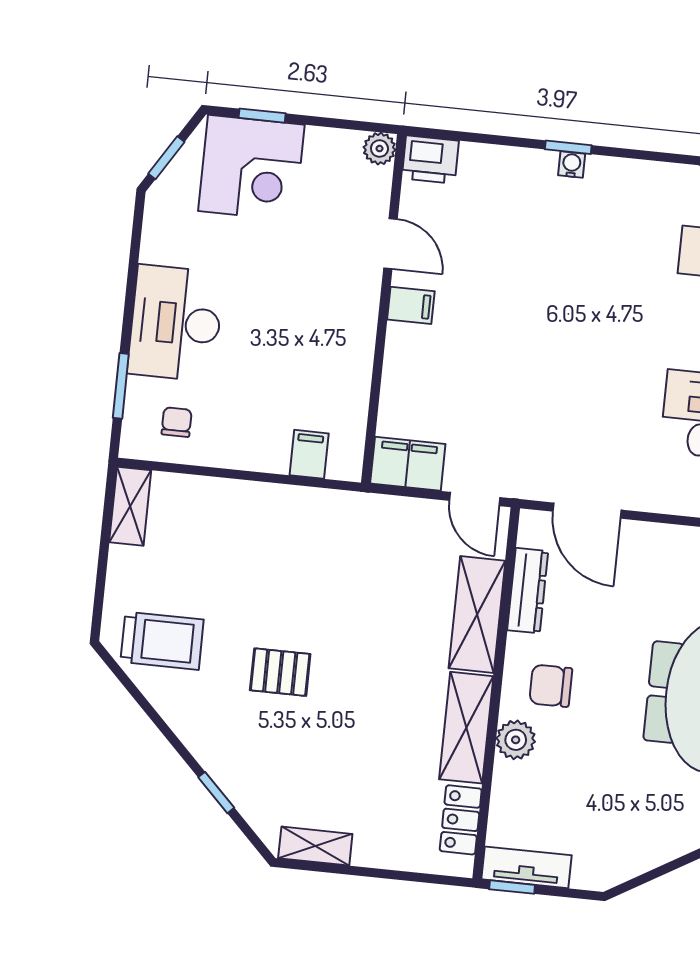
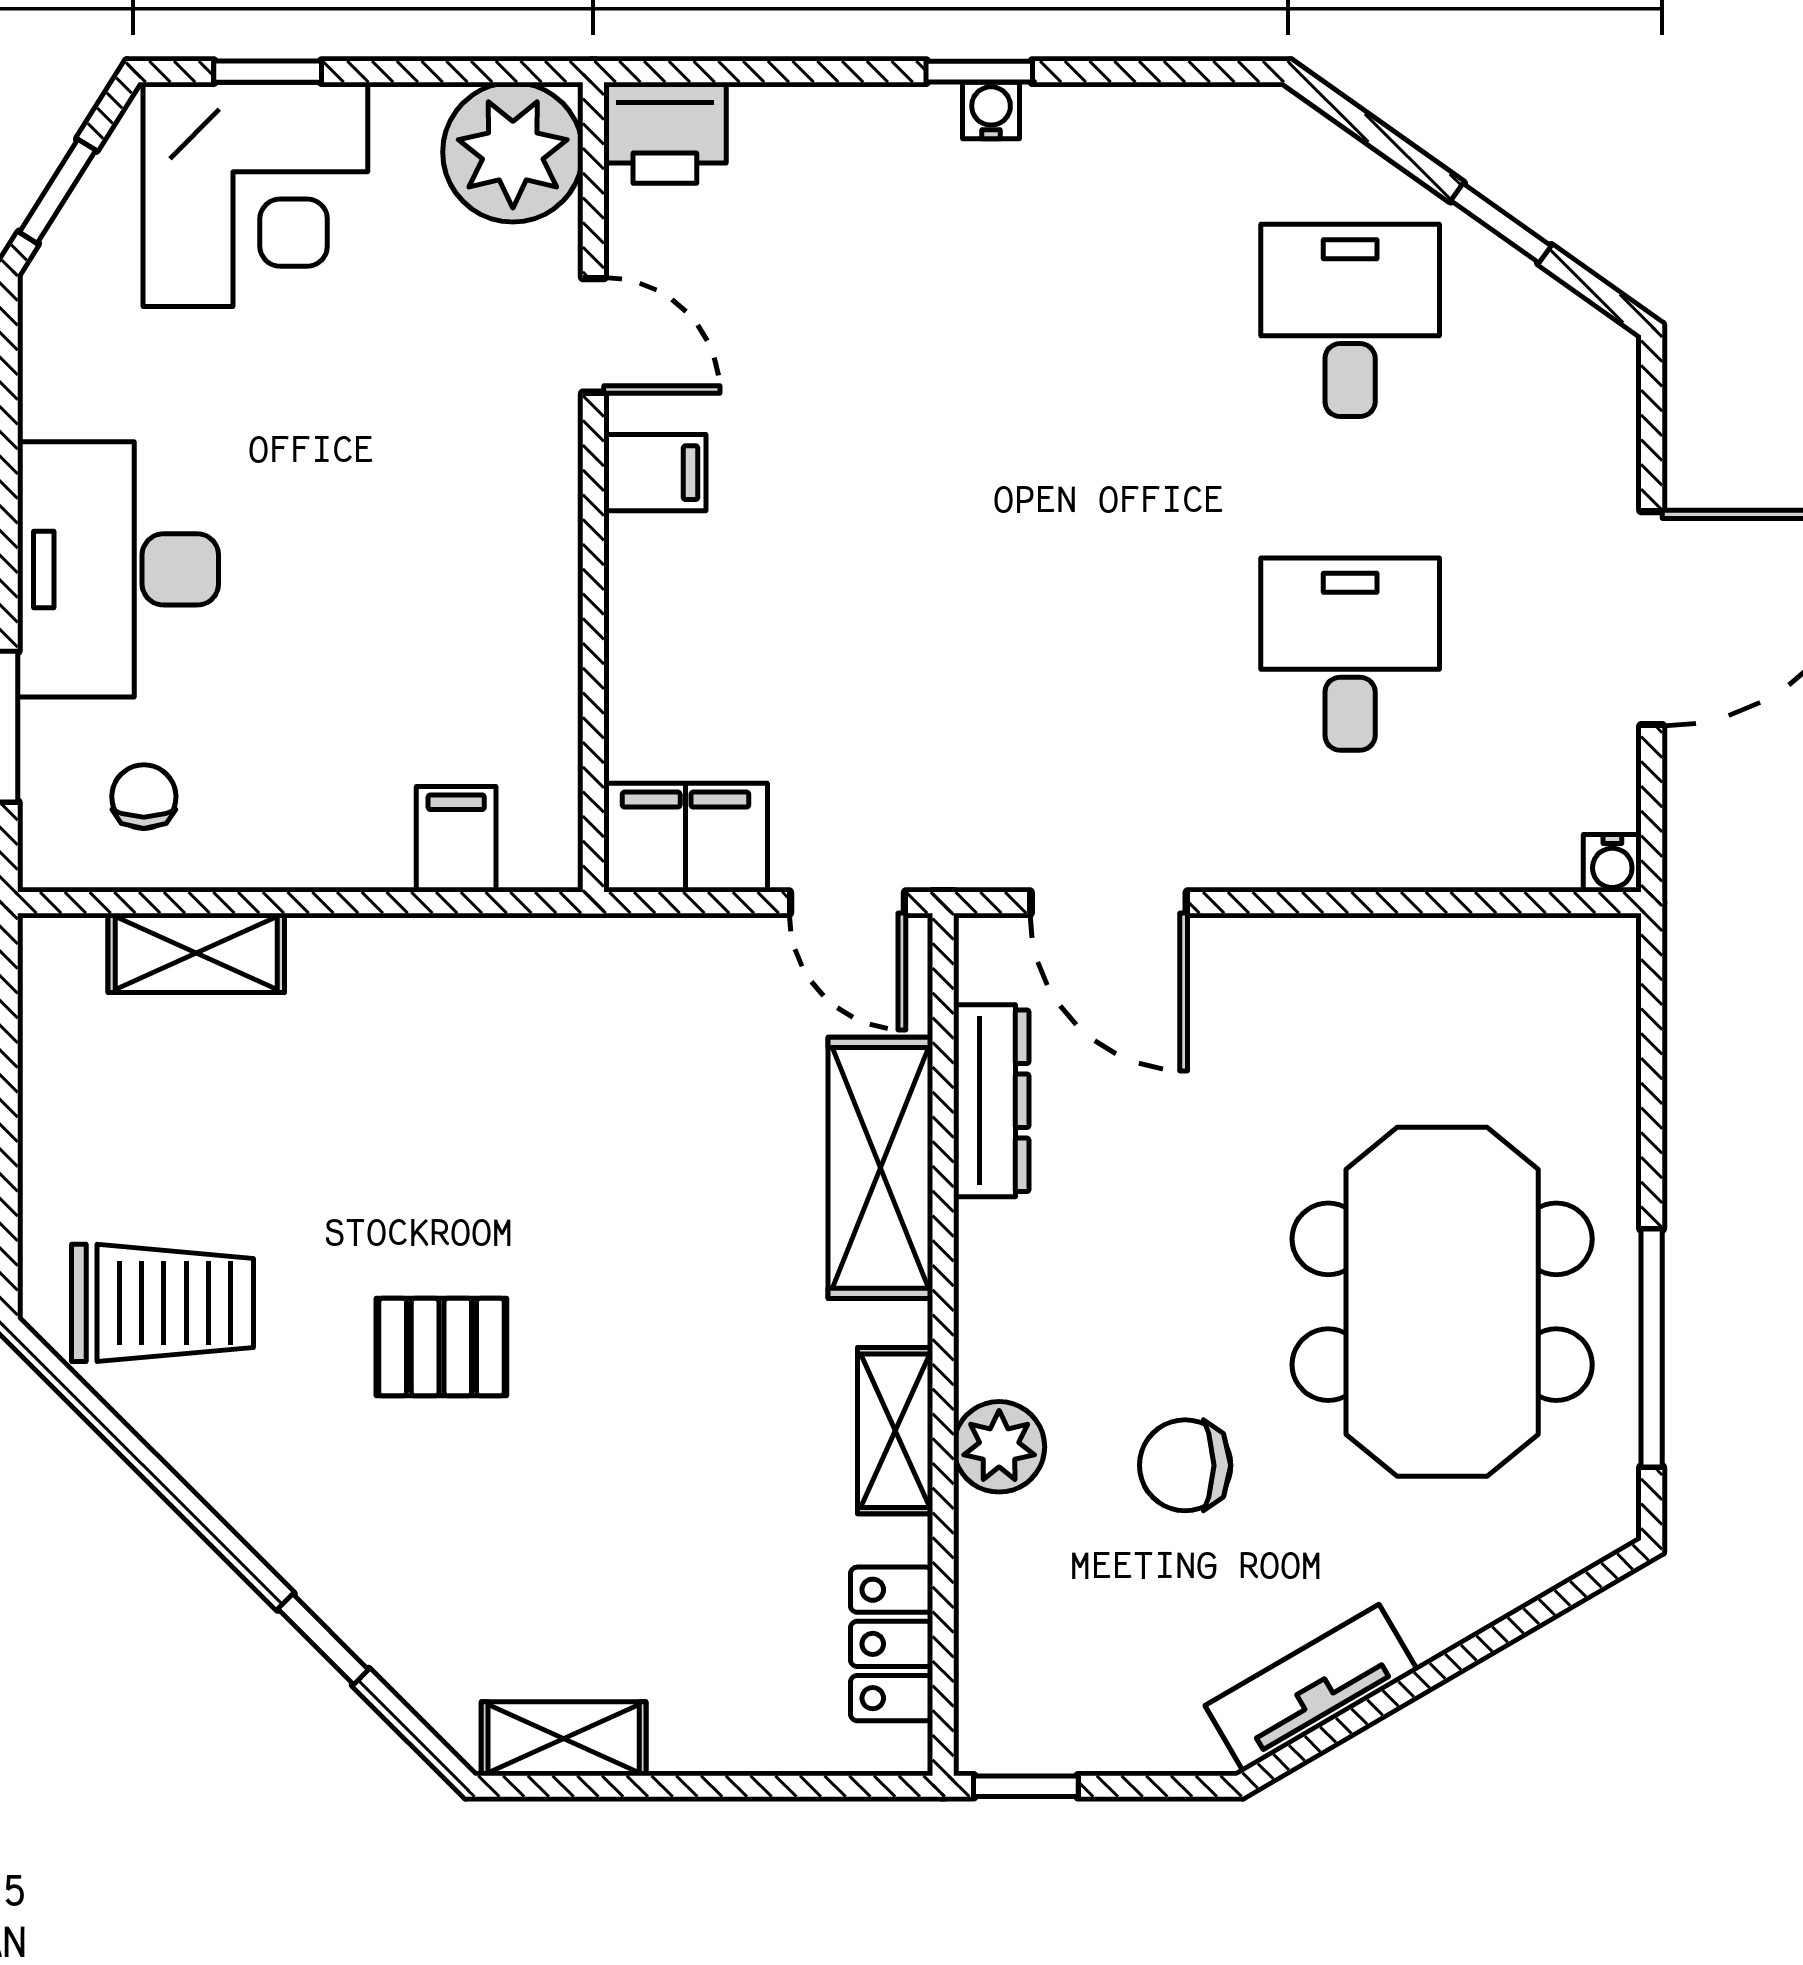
plant: (379, 149) -> (513, 152), width x1.88, depth x1.88
shelving: (130, 506) -> (196, 953), moved, turned 90
chair: (551, 686) -> (1185, 1465), moved
shelving: (466, 728) -> (895, 1431), width x0.67, depth x0.75
tv unit: (527, 867) -> (1311, 1688), moved, turned -30

